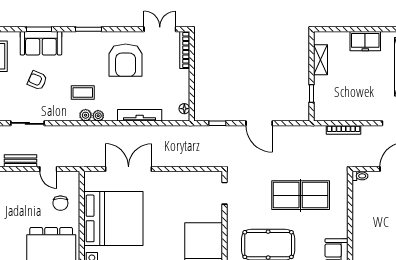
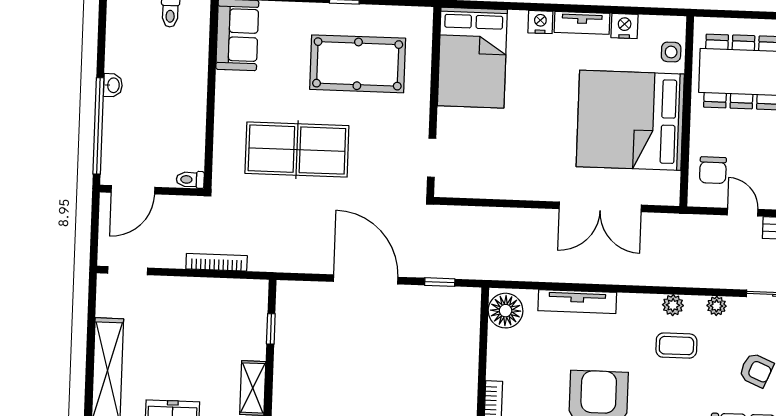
floor lamp: (184, 109) -> (506, 311), width x1.89, depth x1.89
plant: (98, 116) -> (717, 306), moved
door: (259, 123) -> (366, 279), width x1.36
chair: (60, 203) -> (713, 170), moved, turned 180

